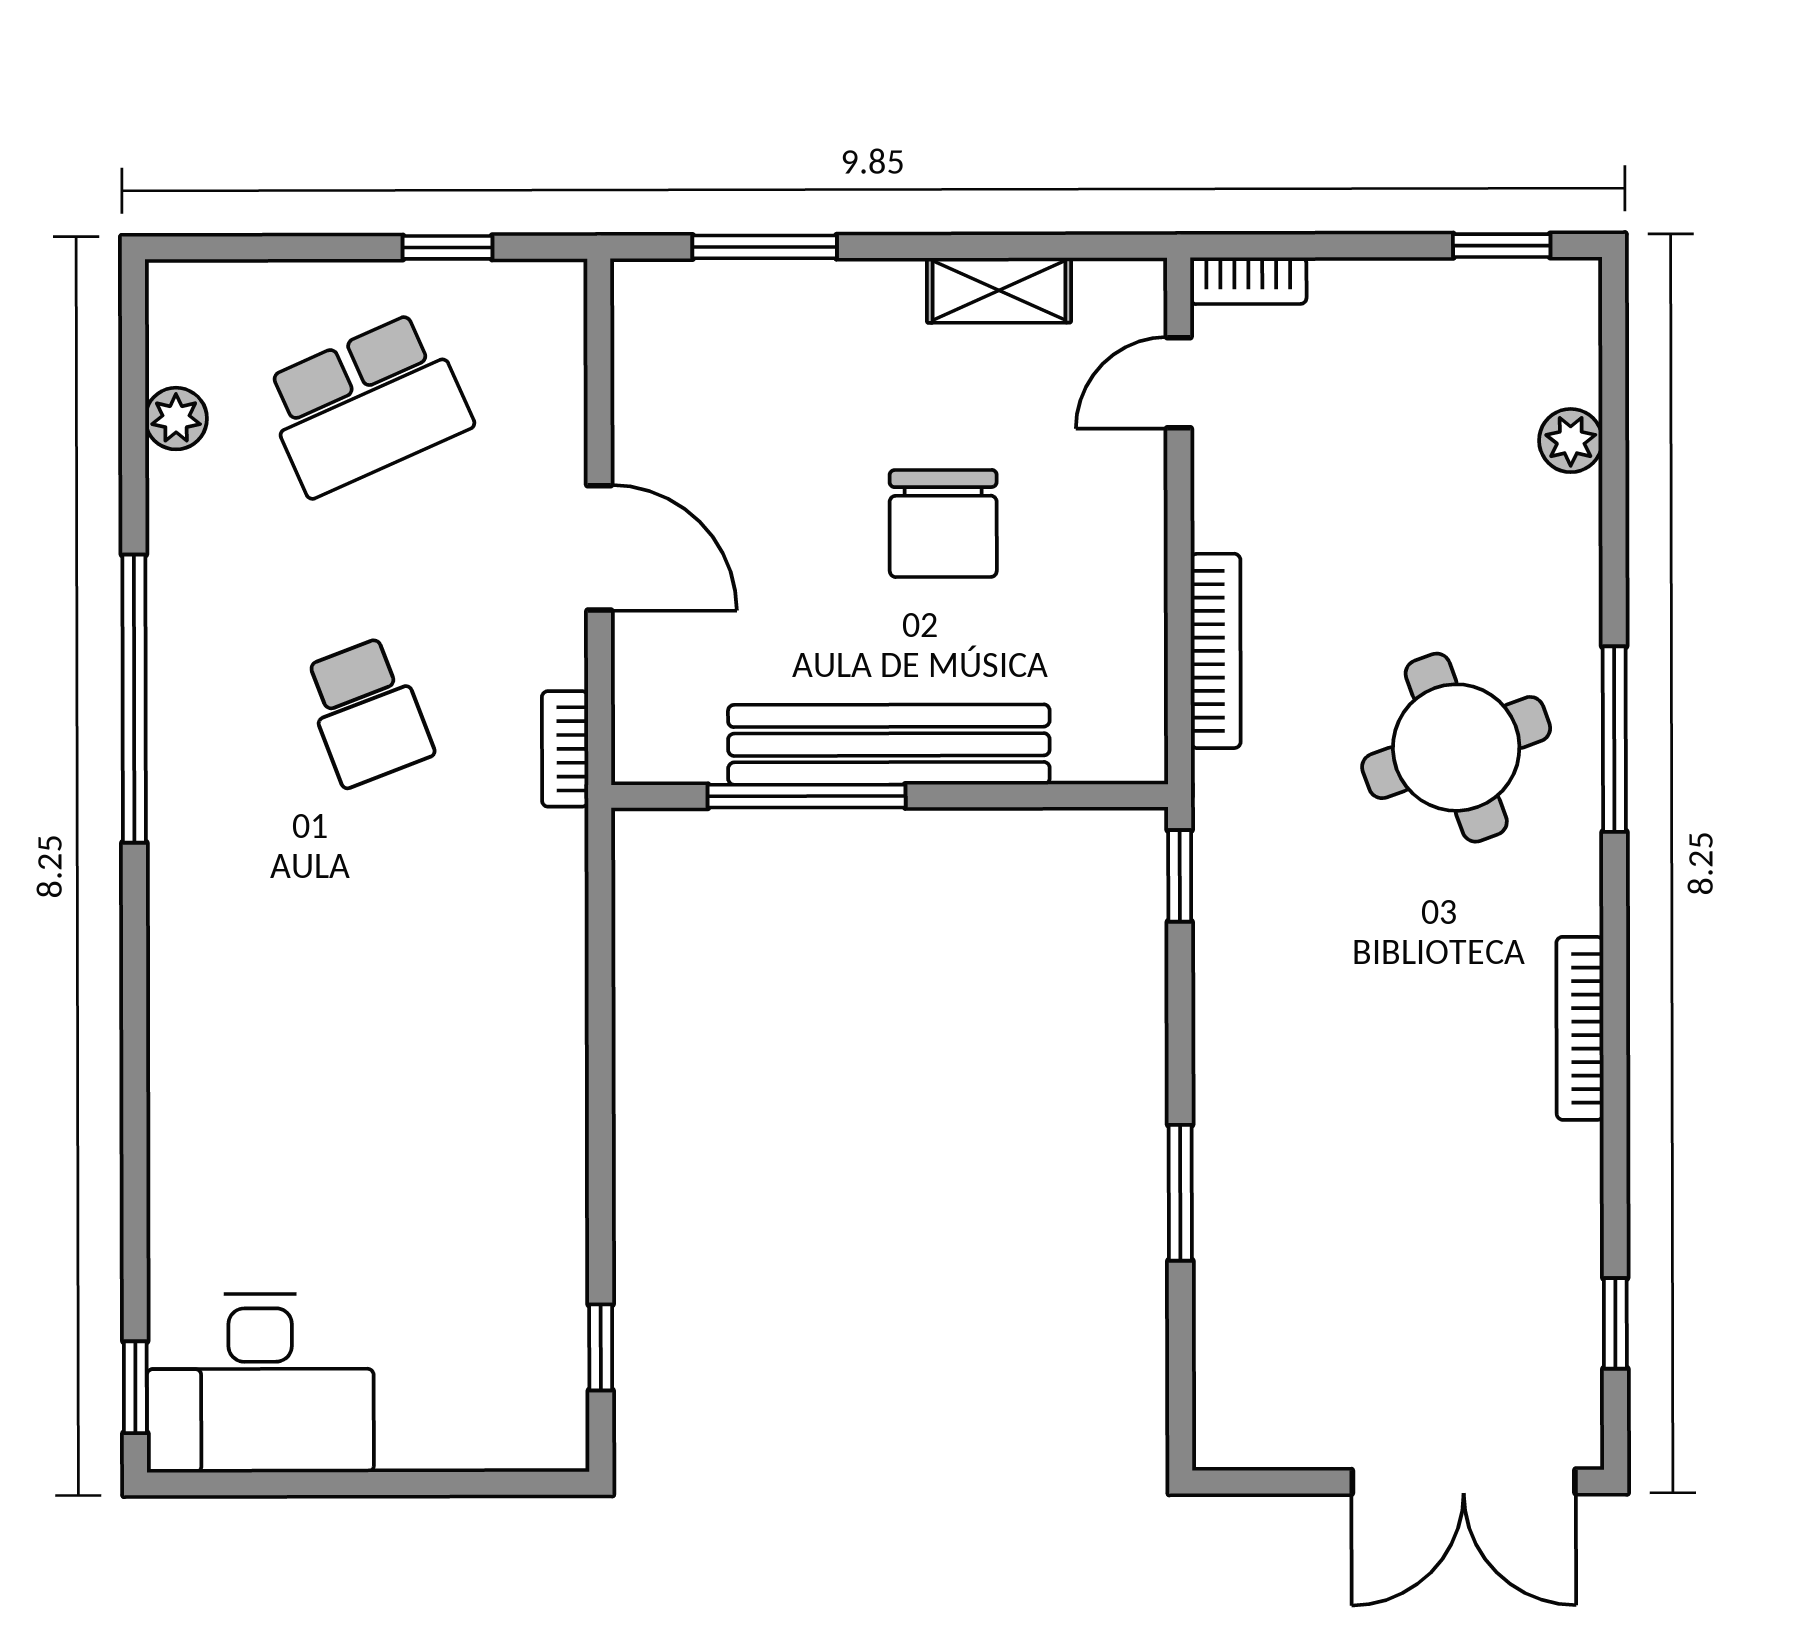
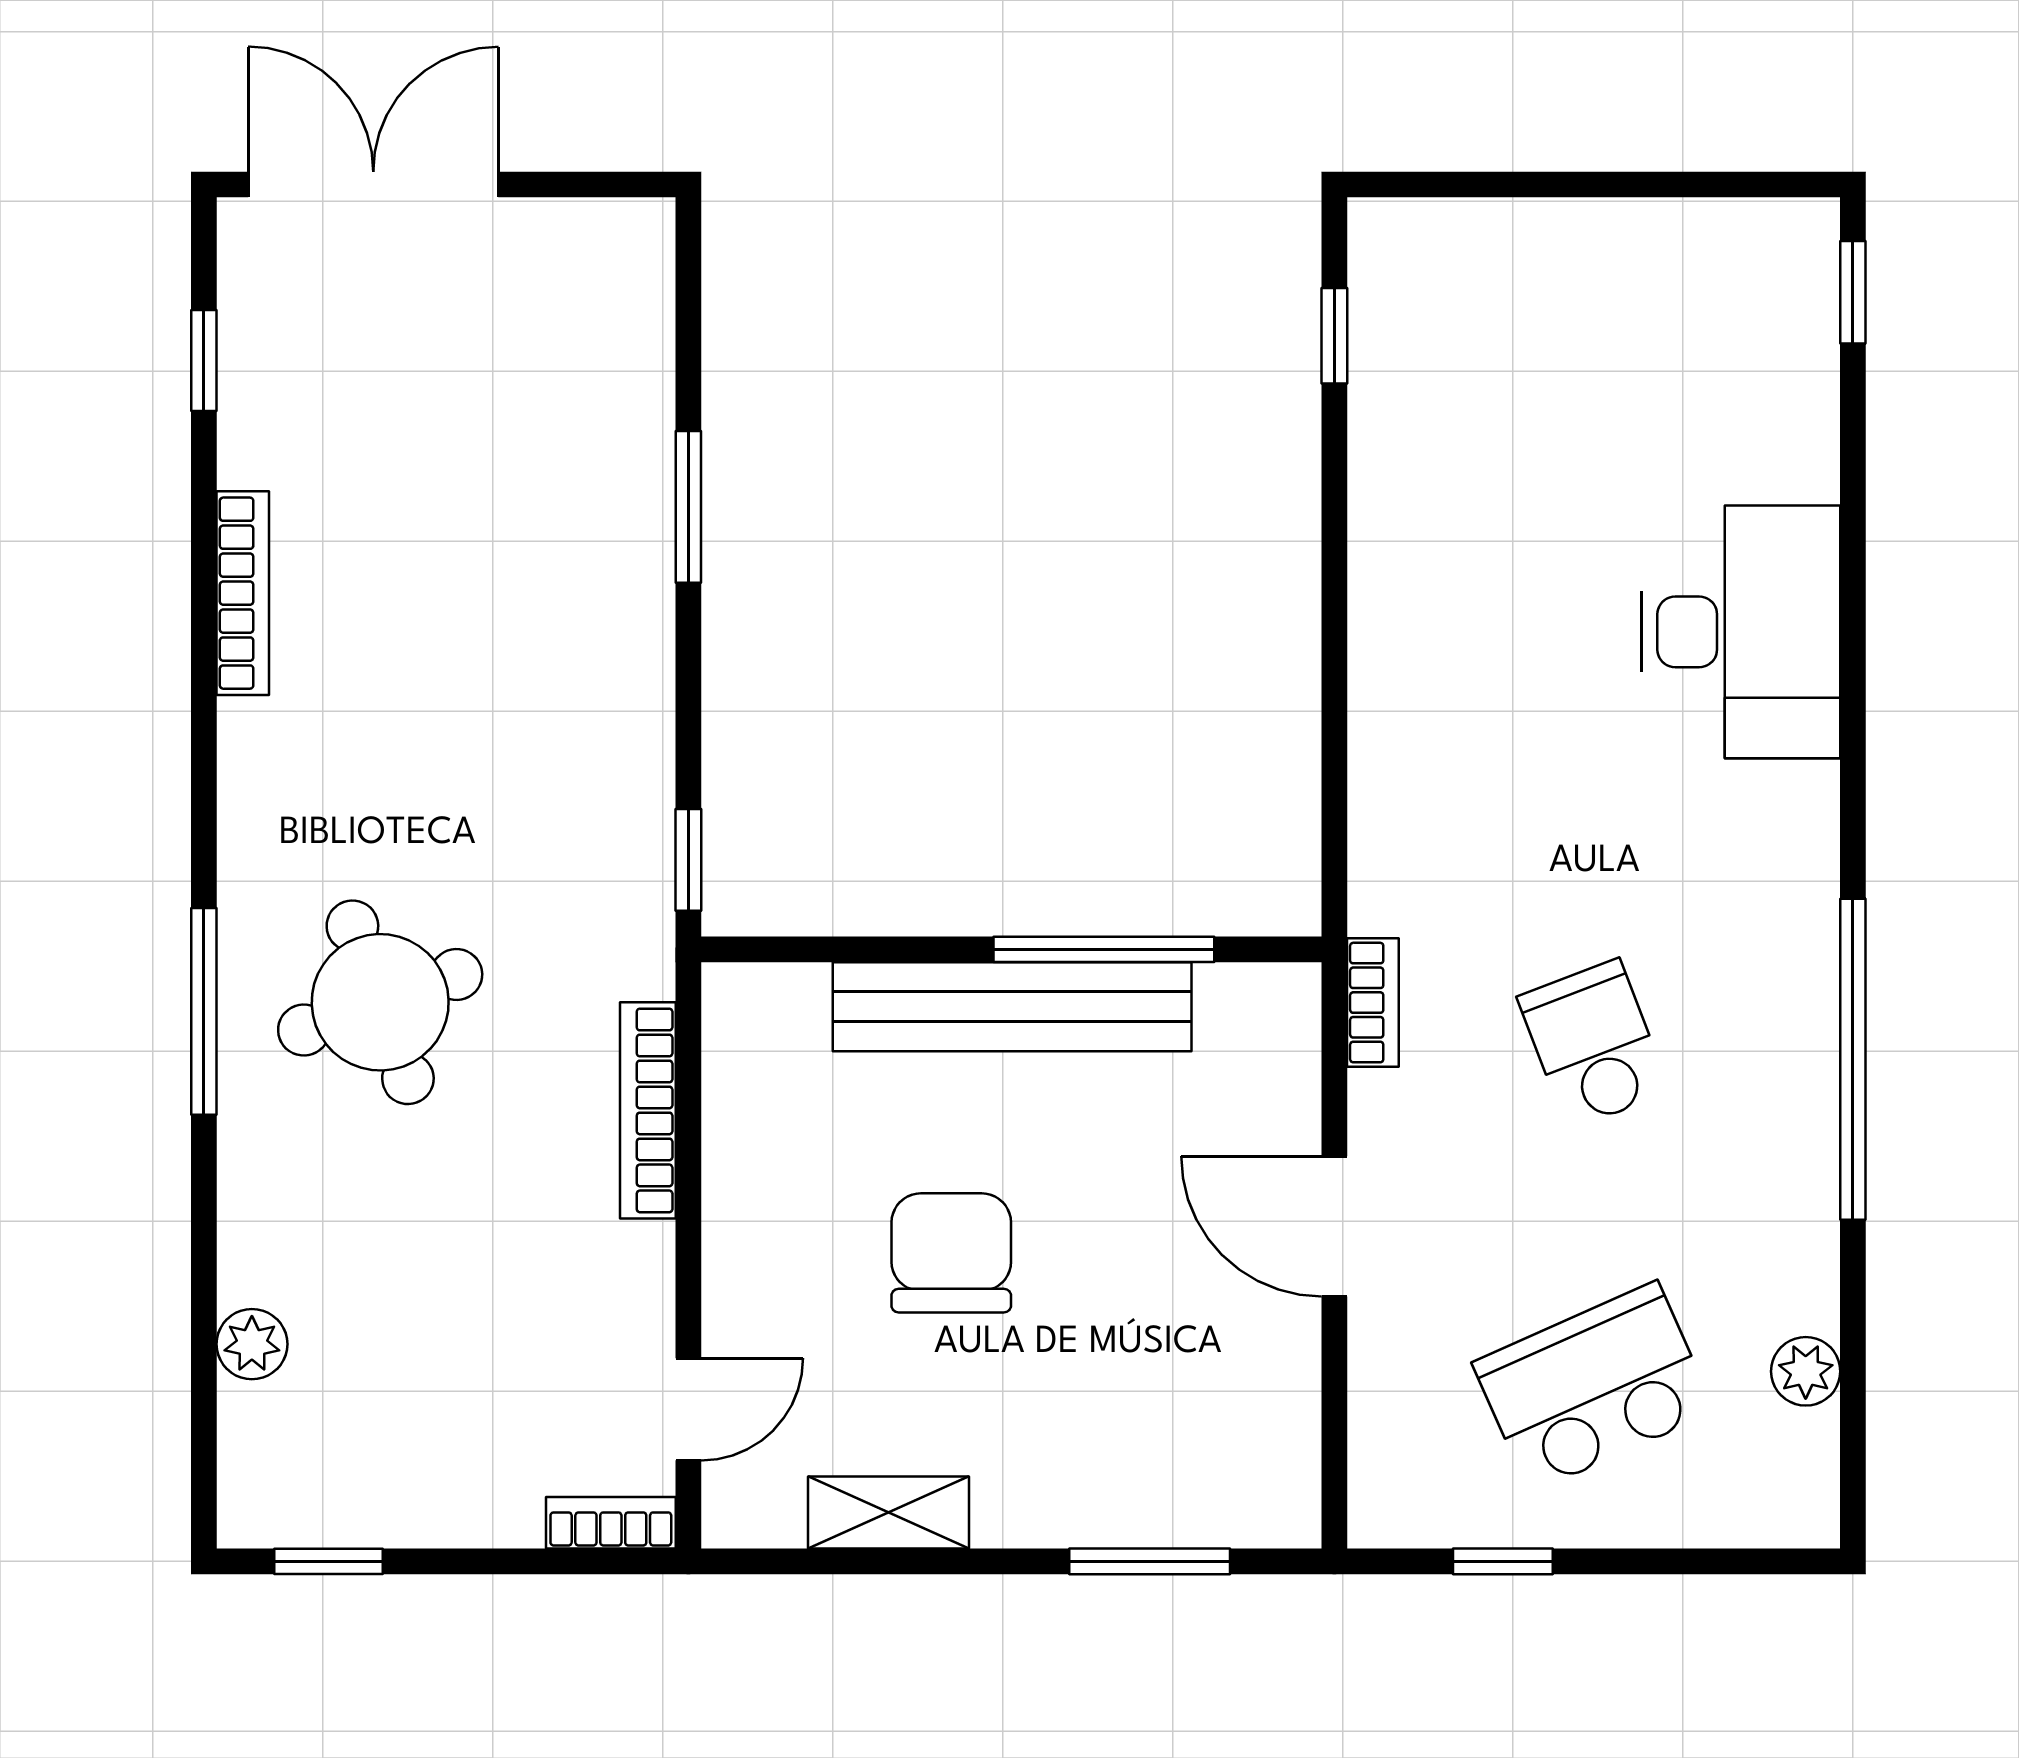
bookcase: (1580, 1028) -> (243, 593), moved
desk: (260, 1383) -> (1741, 632), moved, turned 90

